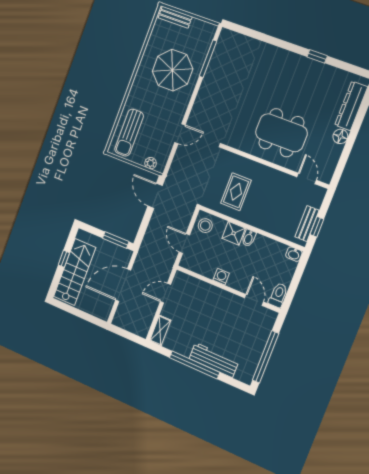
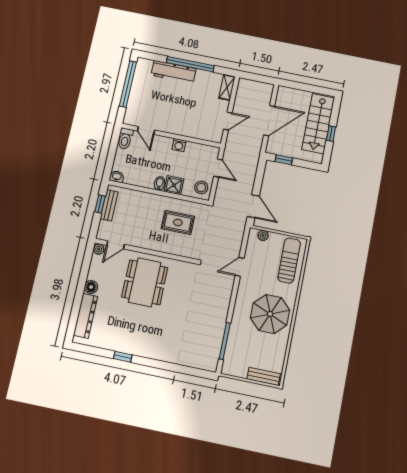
parasol: (172, 70) -> (270, 314), moved
dining table: (281, 133) -> (145, 282), turned 90
plant: (326, 177) -> (99, 249), added
door: (307, 178) -> (116, 245), hinge flipped
rug: (236, 192) -> (178, 222), turned 90
window: (116, 240) -> (284, 160), width x0.67

